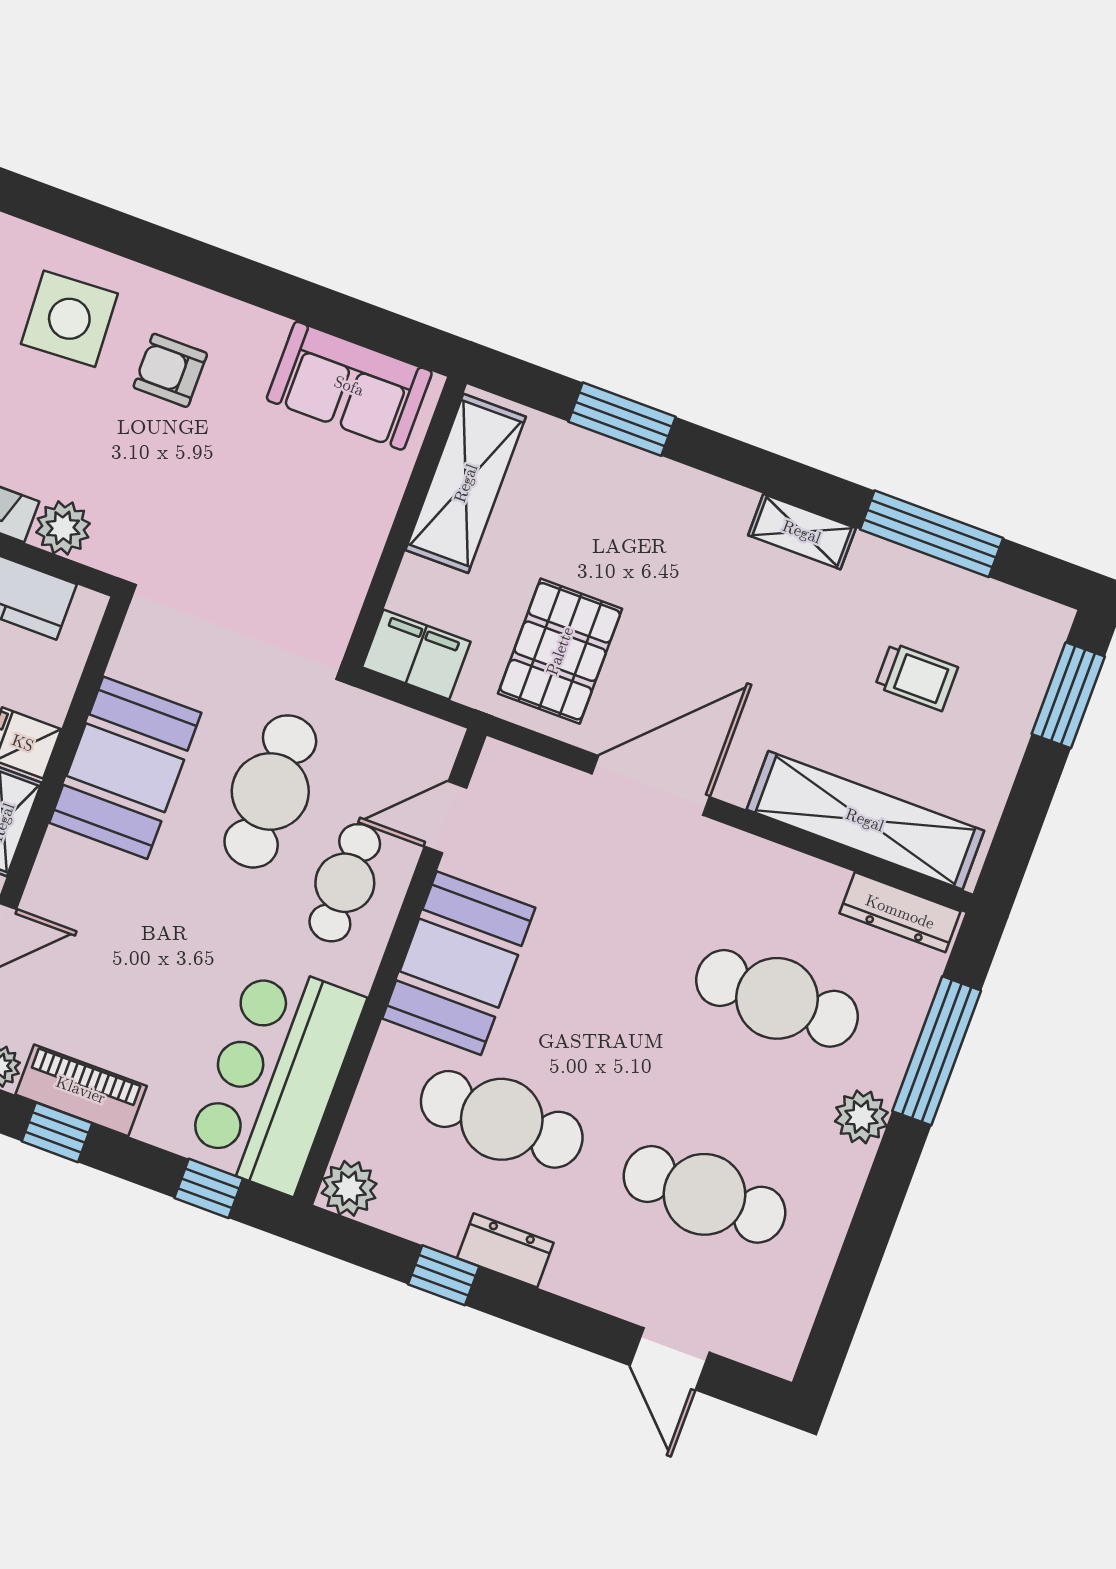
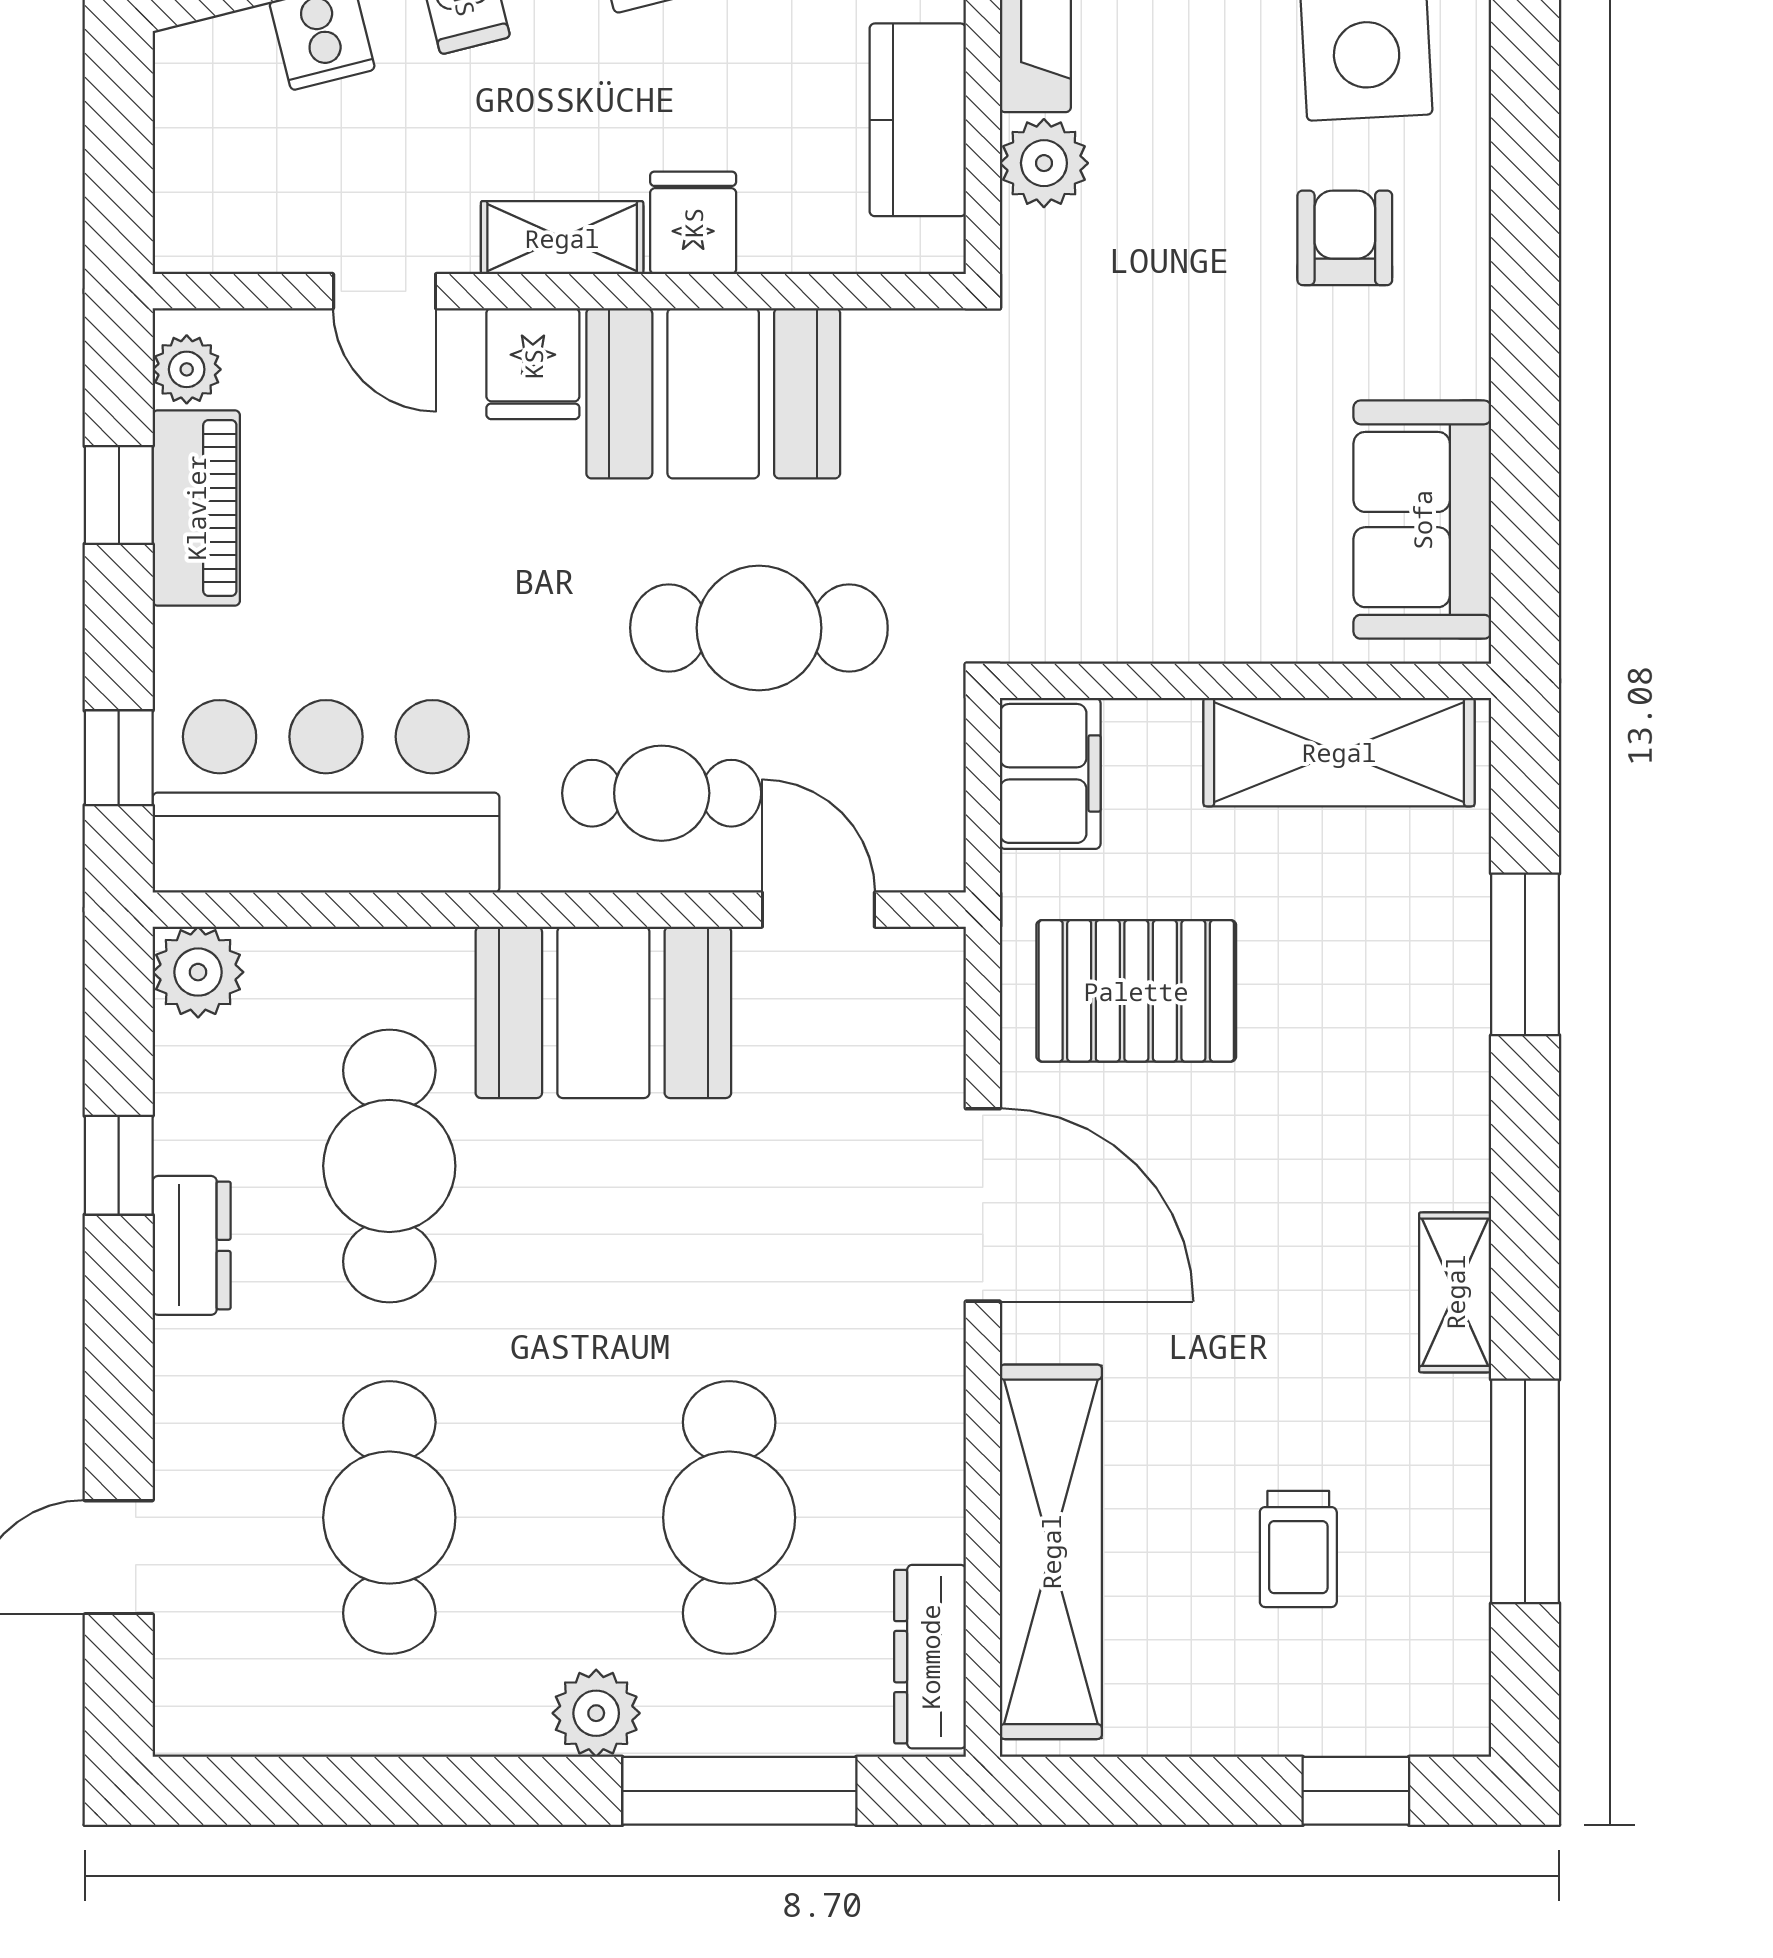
window: (1068, 695) -> (1356, 1791), width x0.67
fridge: (70, 865) -> (533, 364), added

